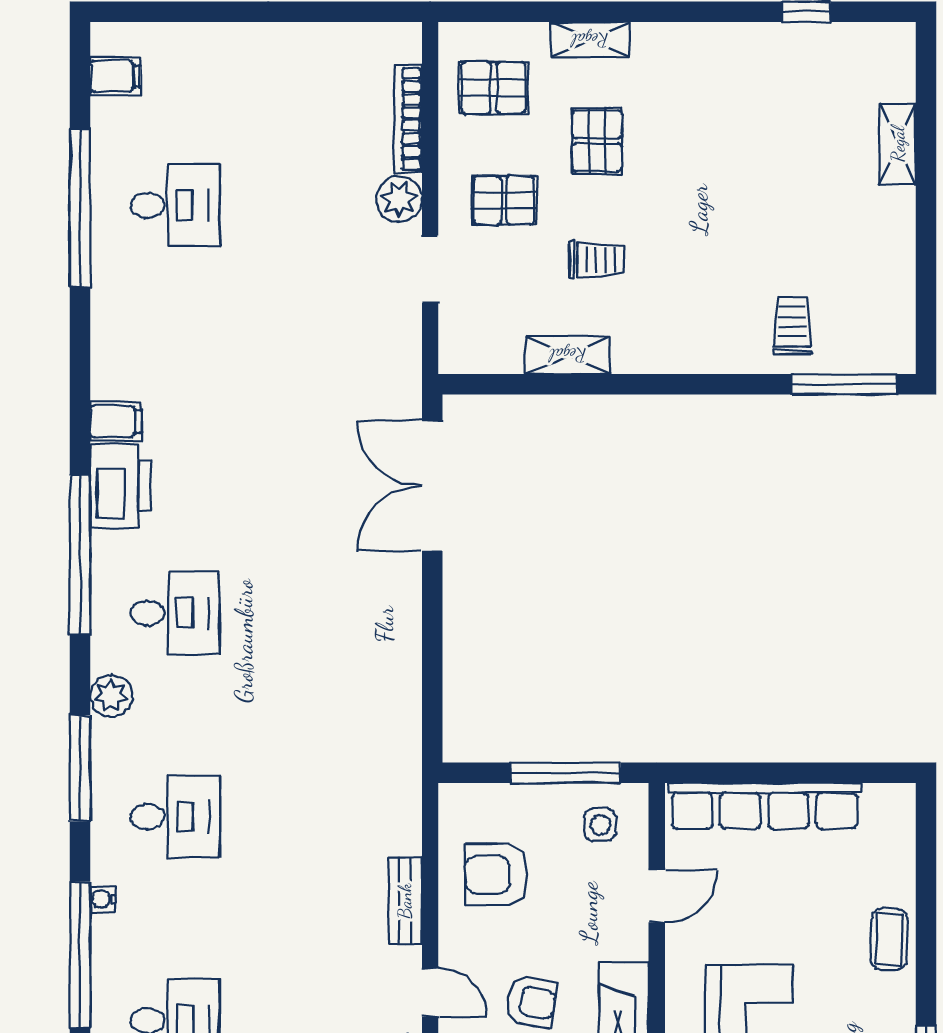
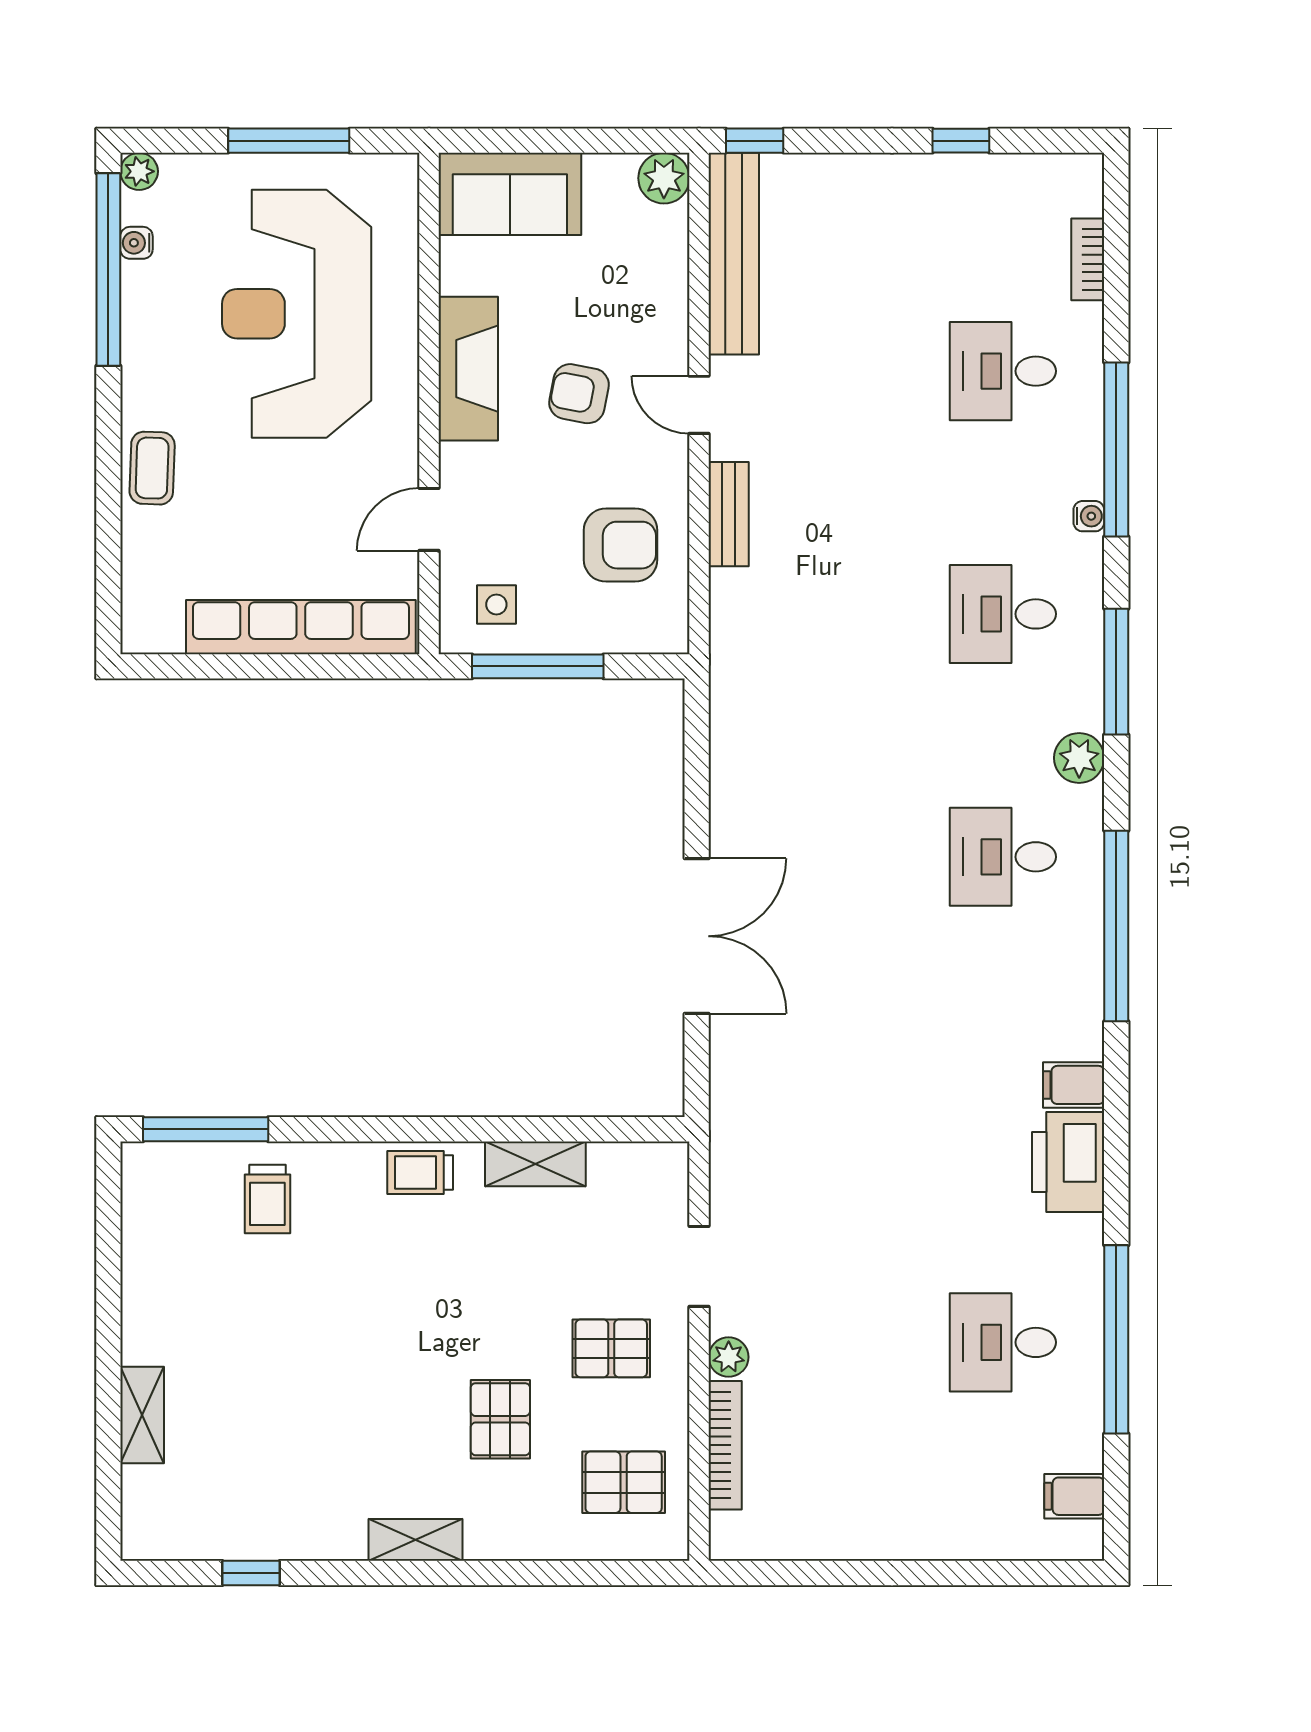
shelving: (590, 40) -> (415, 1540), moved
plant: (399, 199) -> (729, 1357), width x0.73, depth x0.73
trolley: (597, 260) -> (420, 1173), moved
printer: (120, 486) -> (1068, 1162), moved
double door: (432, 486) -> (697, 936), moved

